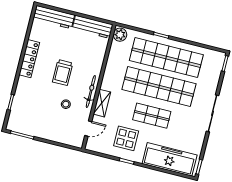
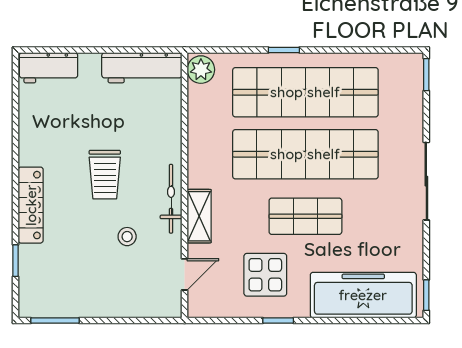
workbench: (54, 17) -> (49, 68), width x0.73
locker: (29, 59) -> (31, 205), moved

